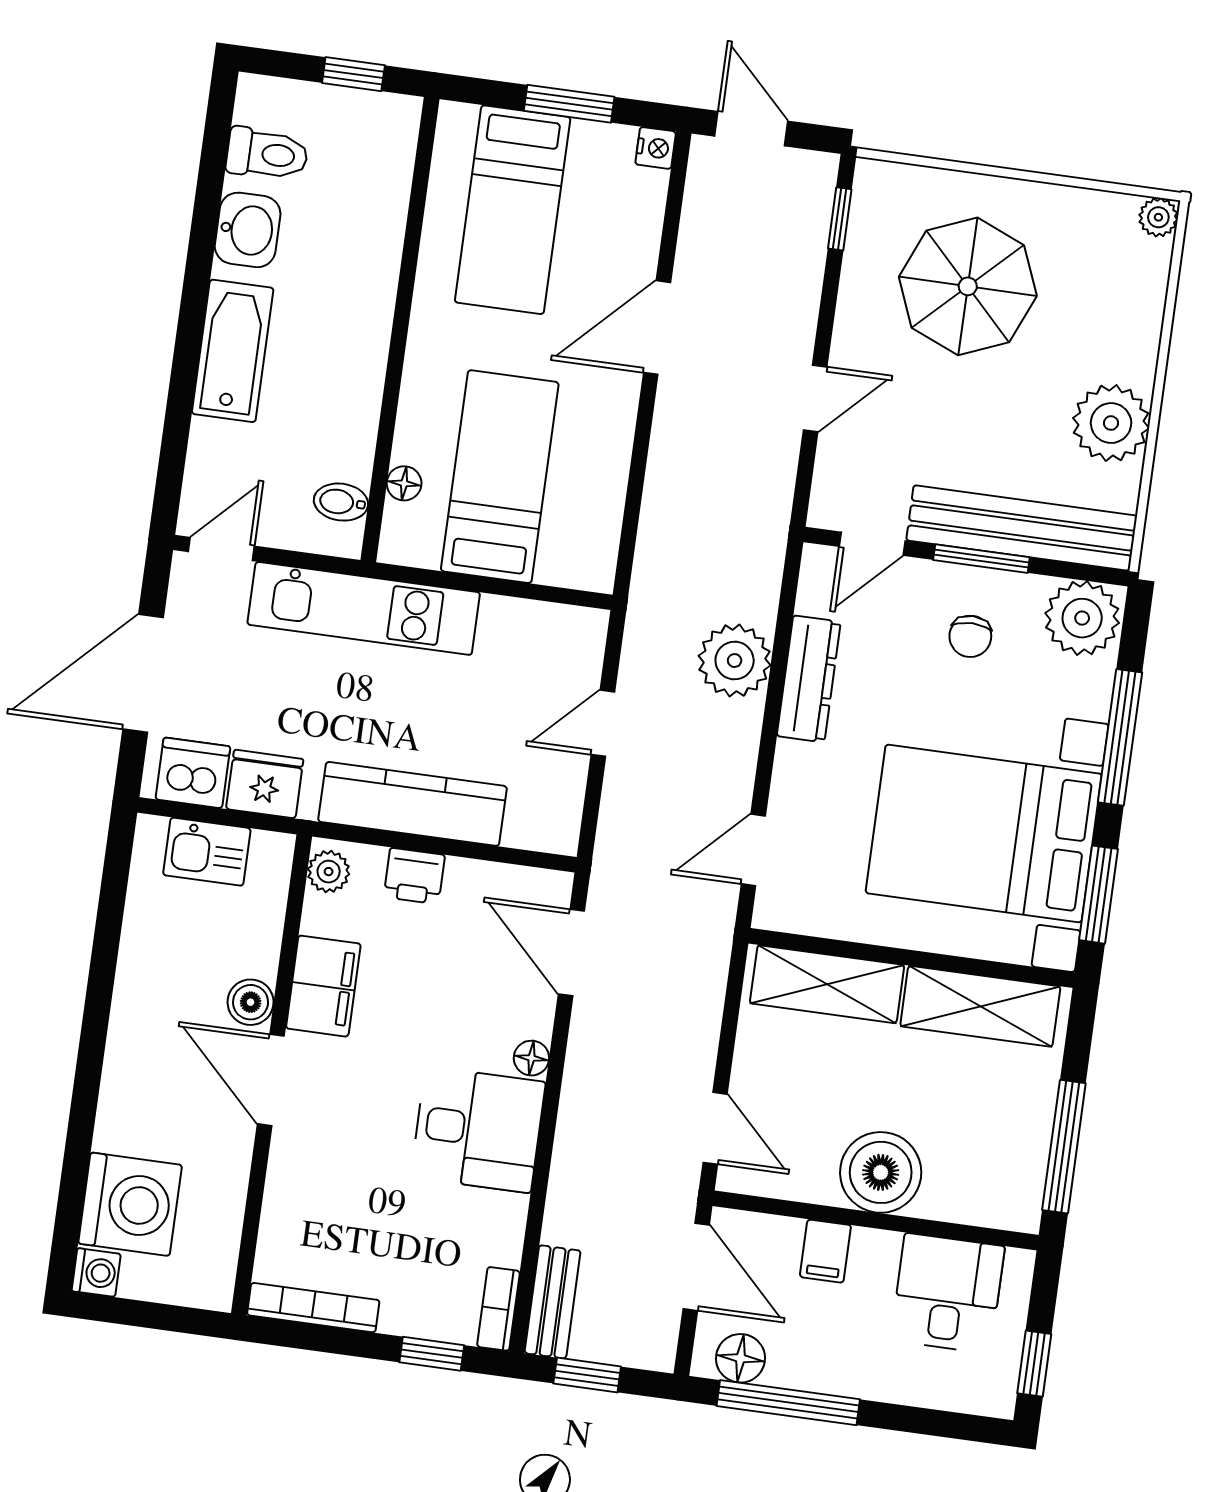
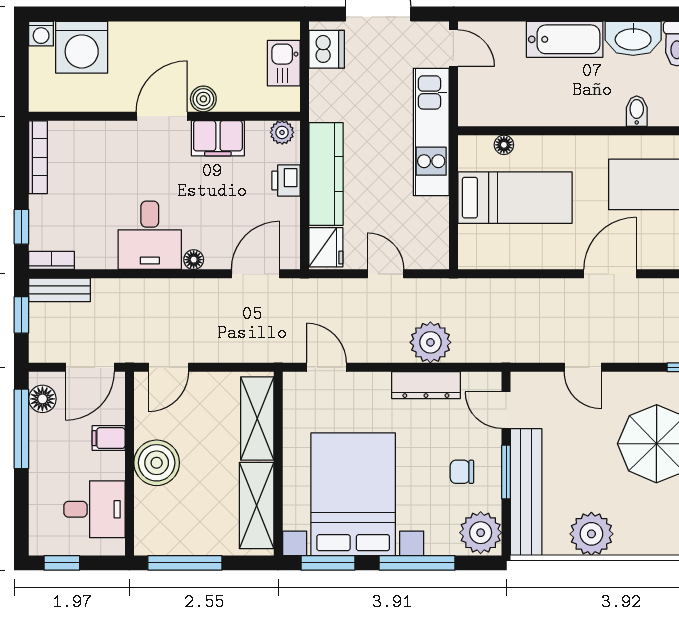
washbasin: (248, 230) -> (633, 38), width x1.38
door: (657, 328) -> (610, 274), hinge flipped
bidet: (341, 502) -> (637, 111), moved
fridge: (265, 784) -> (326, 247), moved

